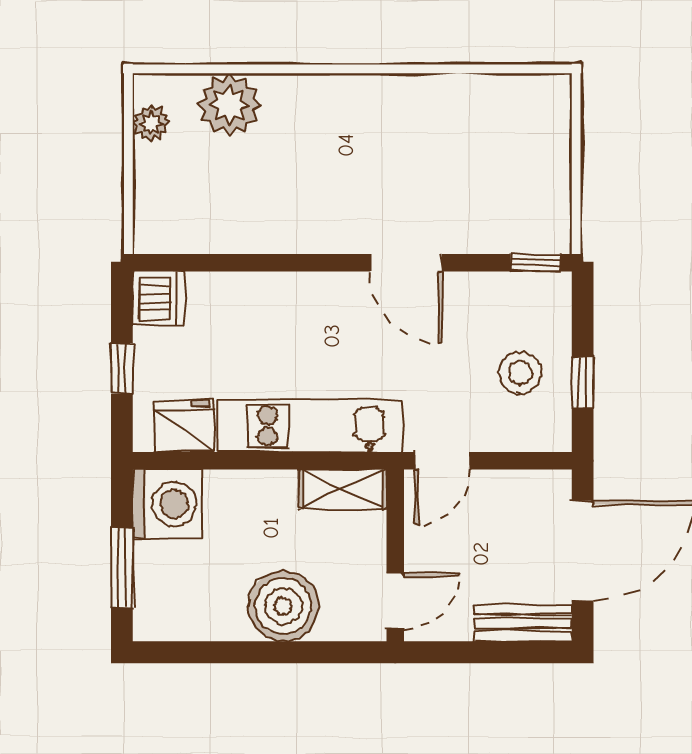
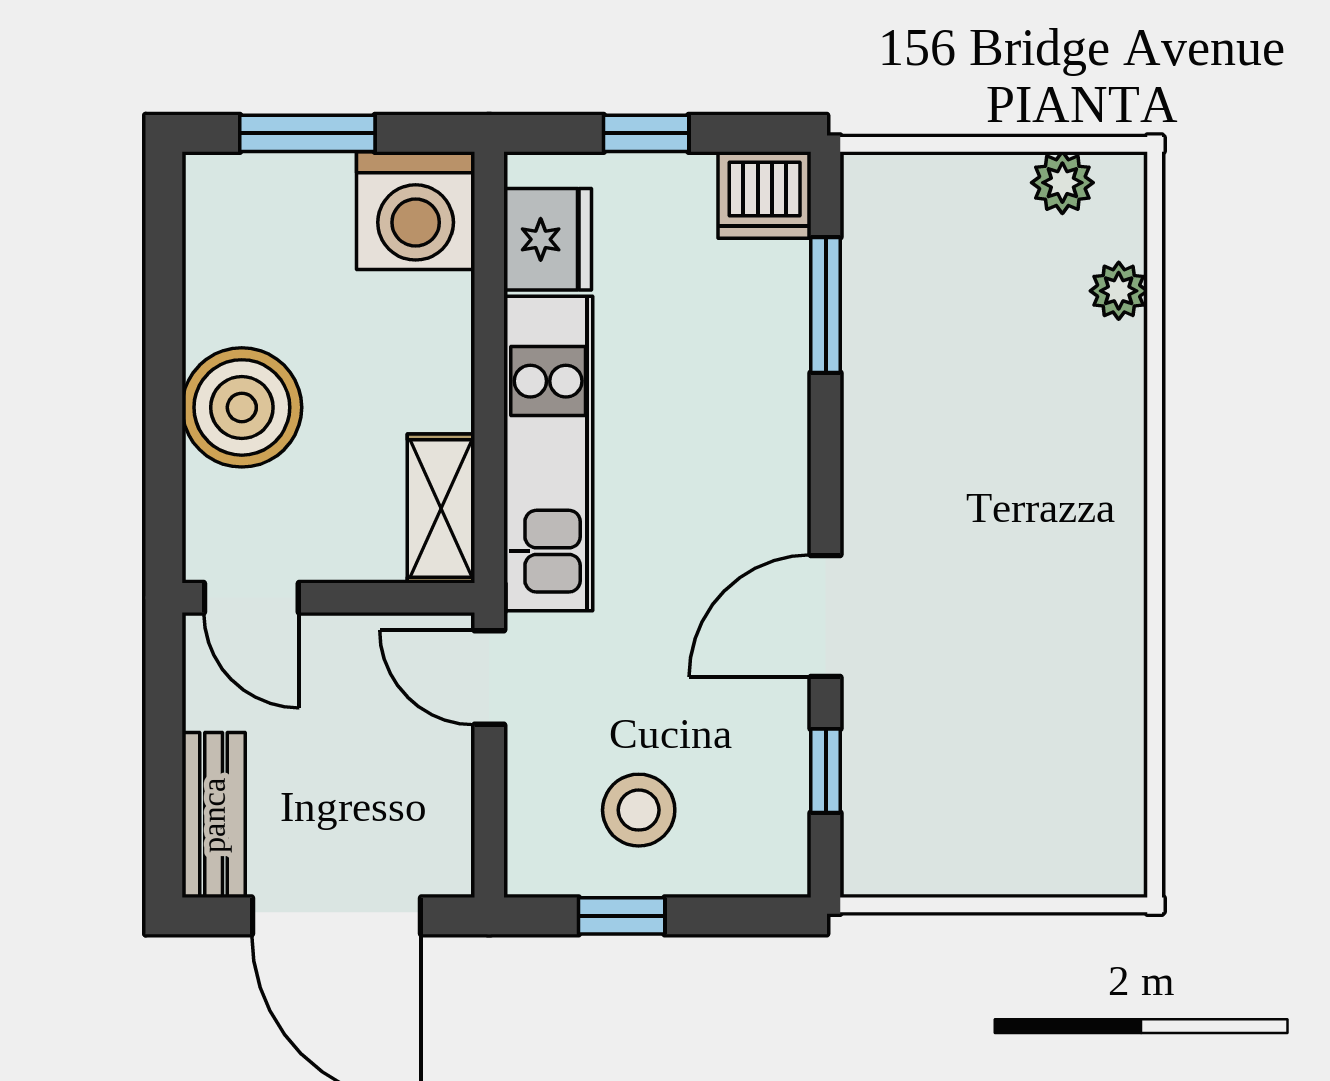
plant: (229, 105) -> (1119, 291), width x0.53, depth x0.53
window: (223, 263) -> (826, 305), added
window: (536, 263) -> (826, 771), moved

